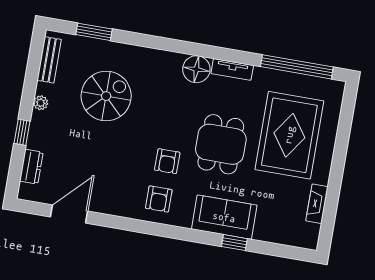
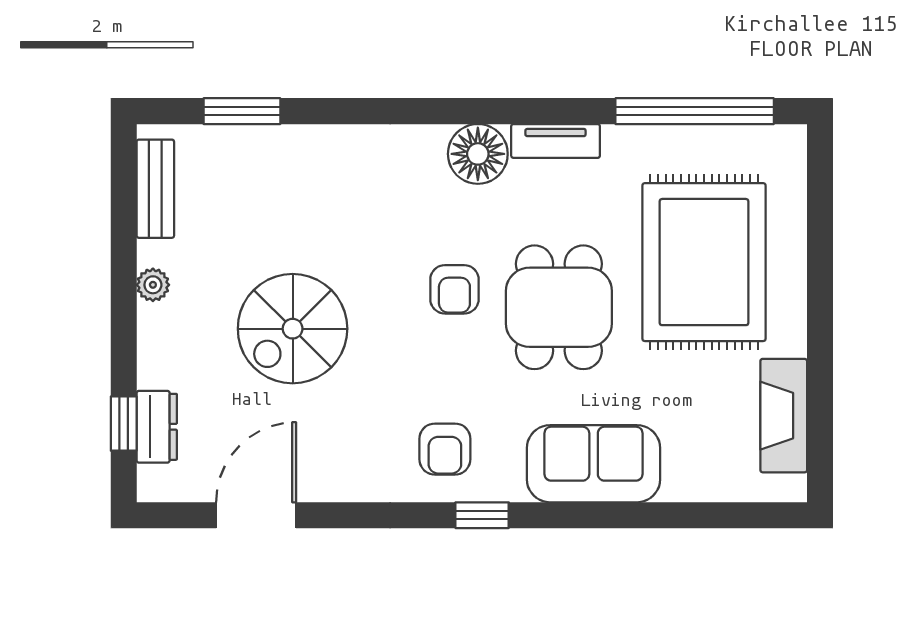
spiral stairs: (106, 96) -> (293, 329), moved, turned 180
window: (22, 132) -> (124, 424), moved
armchair: (167, 161) -> (454, 289), moved
fireplace: (317, 204) -> (784, 416), width x1.37, depth x1.32
window: (234, 243) -> (482, 515), moved

